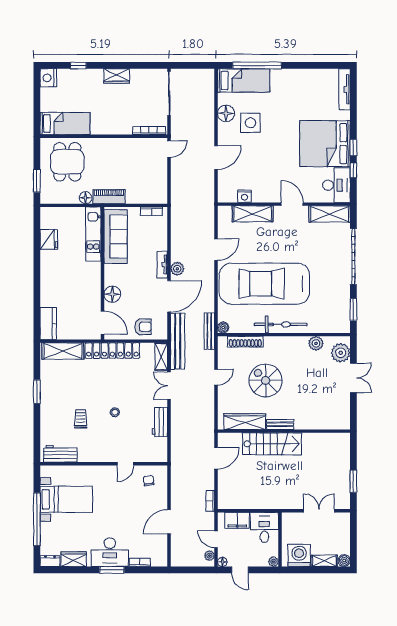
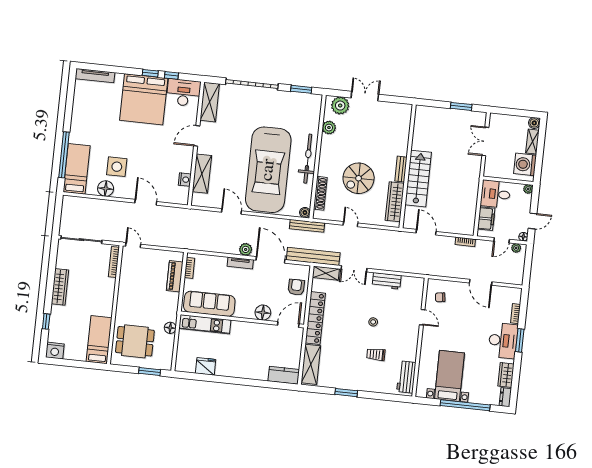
wardrobe: (117, 76) -> (60, 287), width x1.50
piano: (109, 197) -> (175, 276), moved

